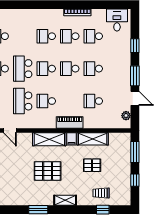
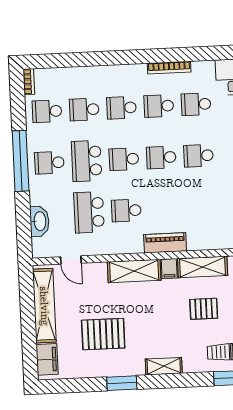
school desk: (93, 101) -> (84, 110), moved
pallet: (48, 171) -> (103, 334), moved

